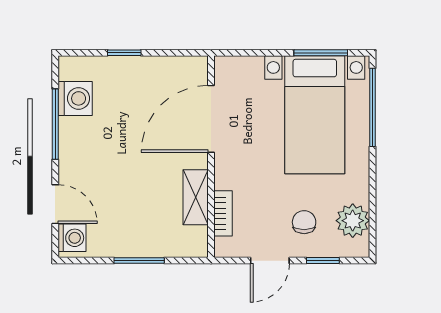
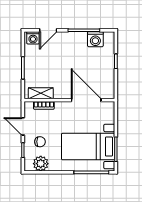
shelving: (196, 197) -> (41, 93), moved

